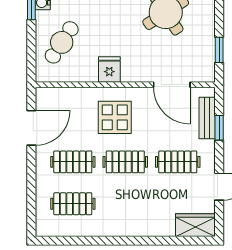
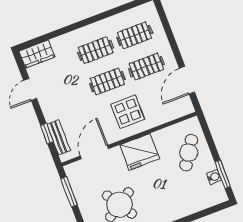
window: (219, 50) -> (69, 192), width x1.50
fridge: (109, 70) -> (140, 152), width x1.88, depth x1.34
door: (172, 85) -> (94, 152), hinge flipped
clothes rail: (178, 162) -> (95, 50), moved

